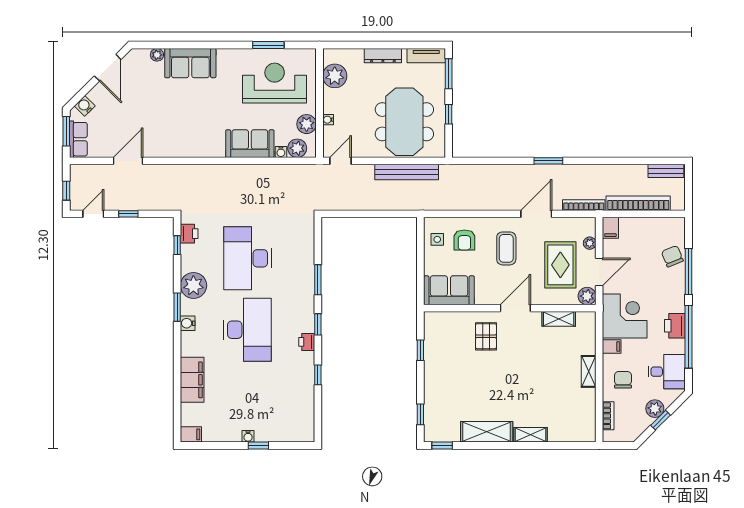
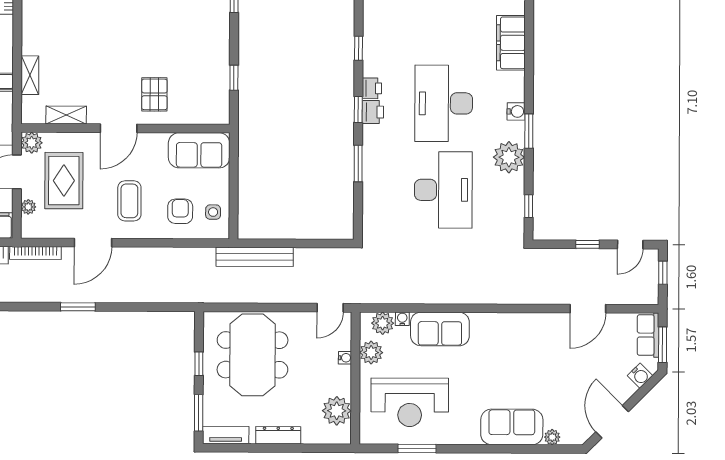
bench: (407, 172) -> (255, 257), moved
printer: (189, 234) -> (373, 112), moved, turned 180
shelving: (589, 371) -> (30, 75), moved

